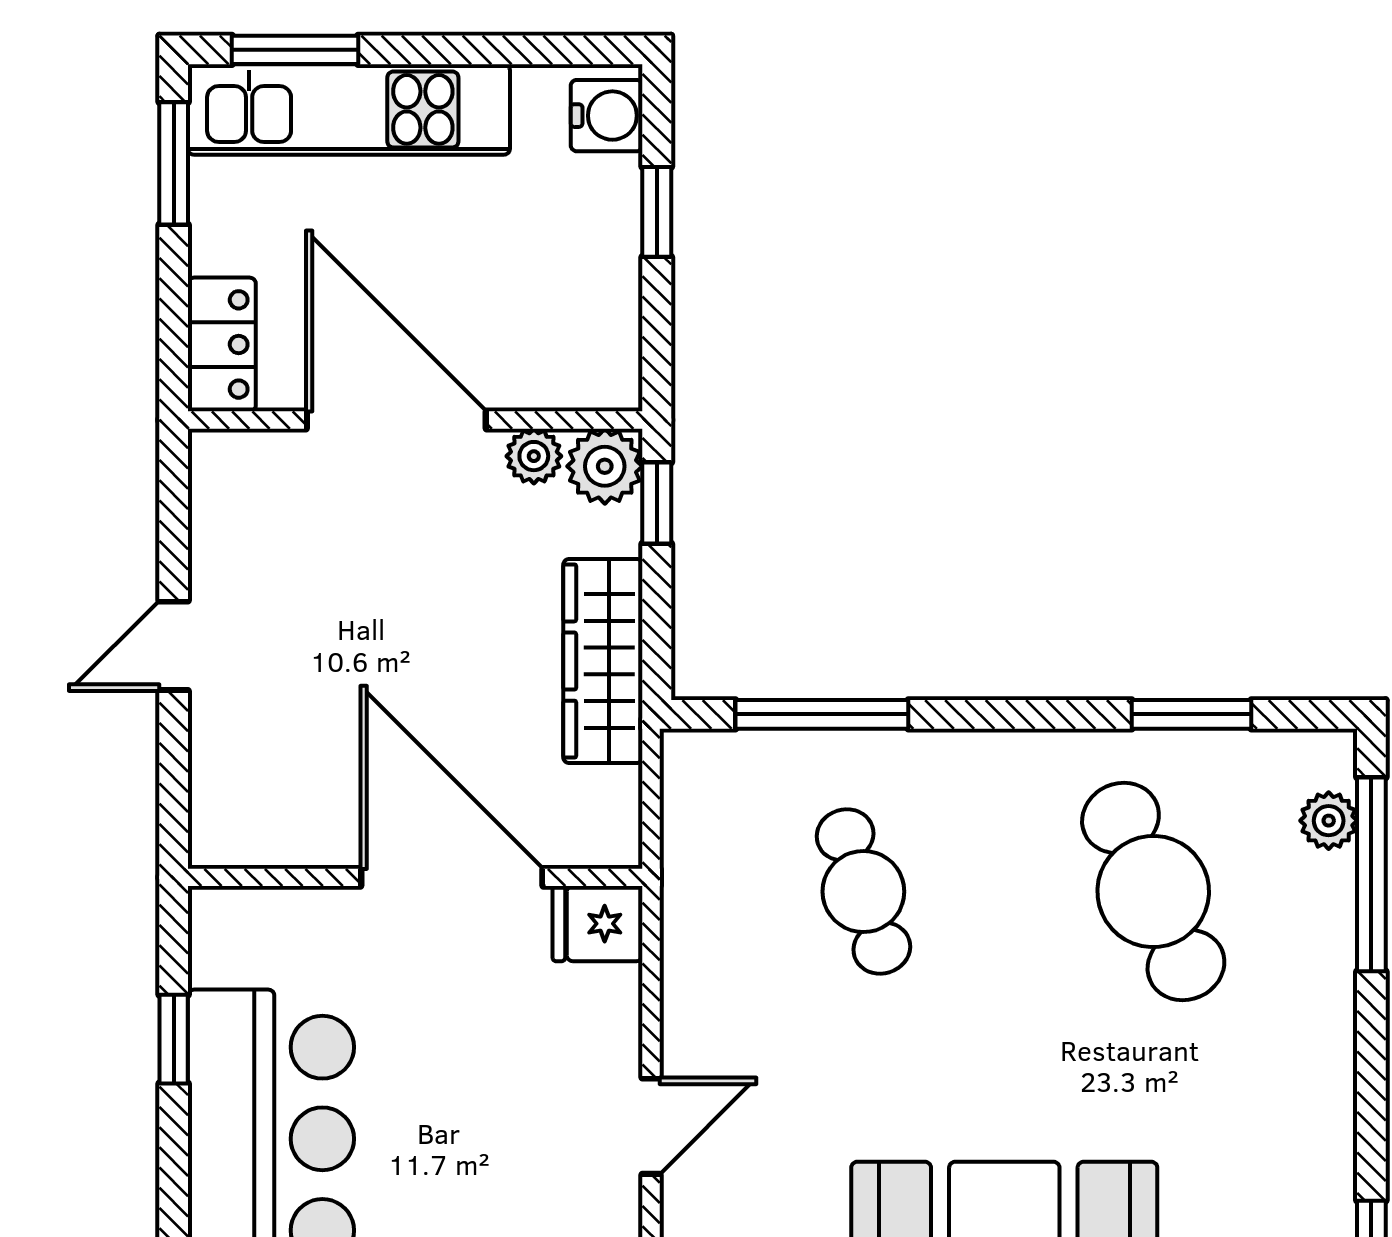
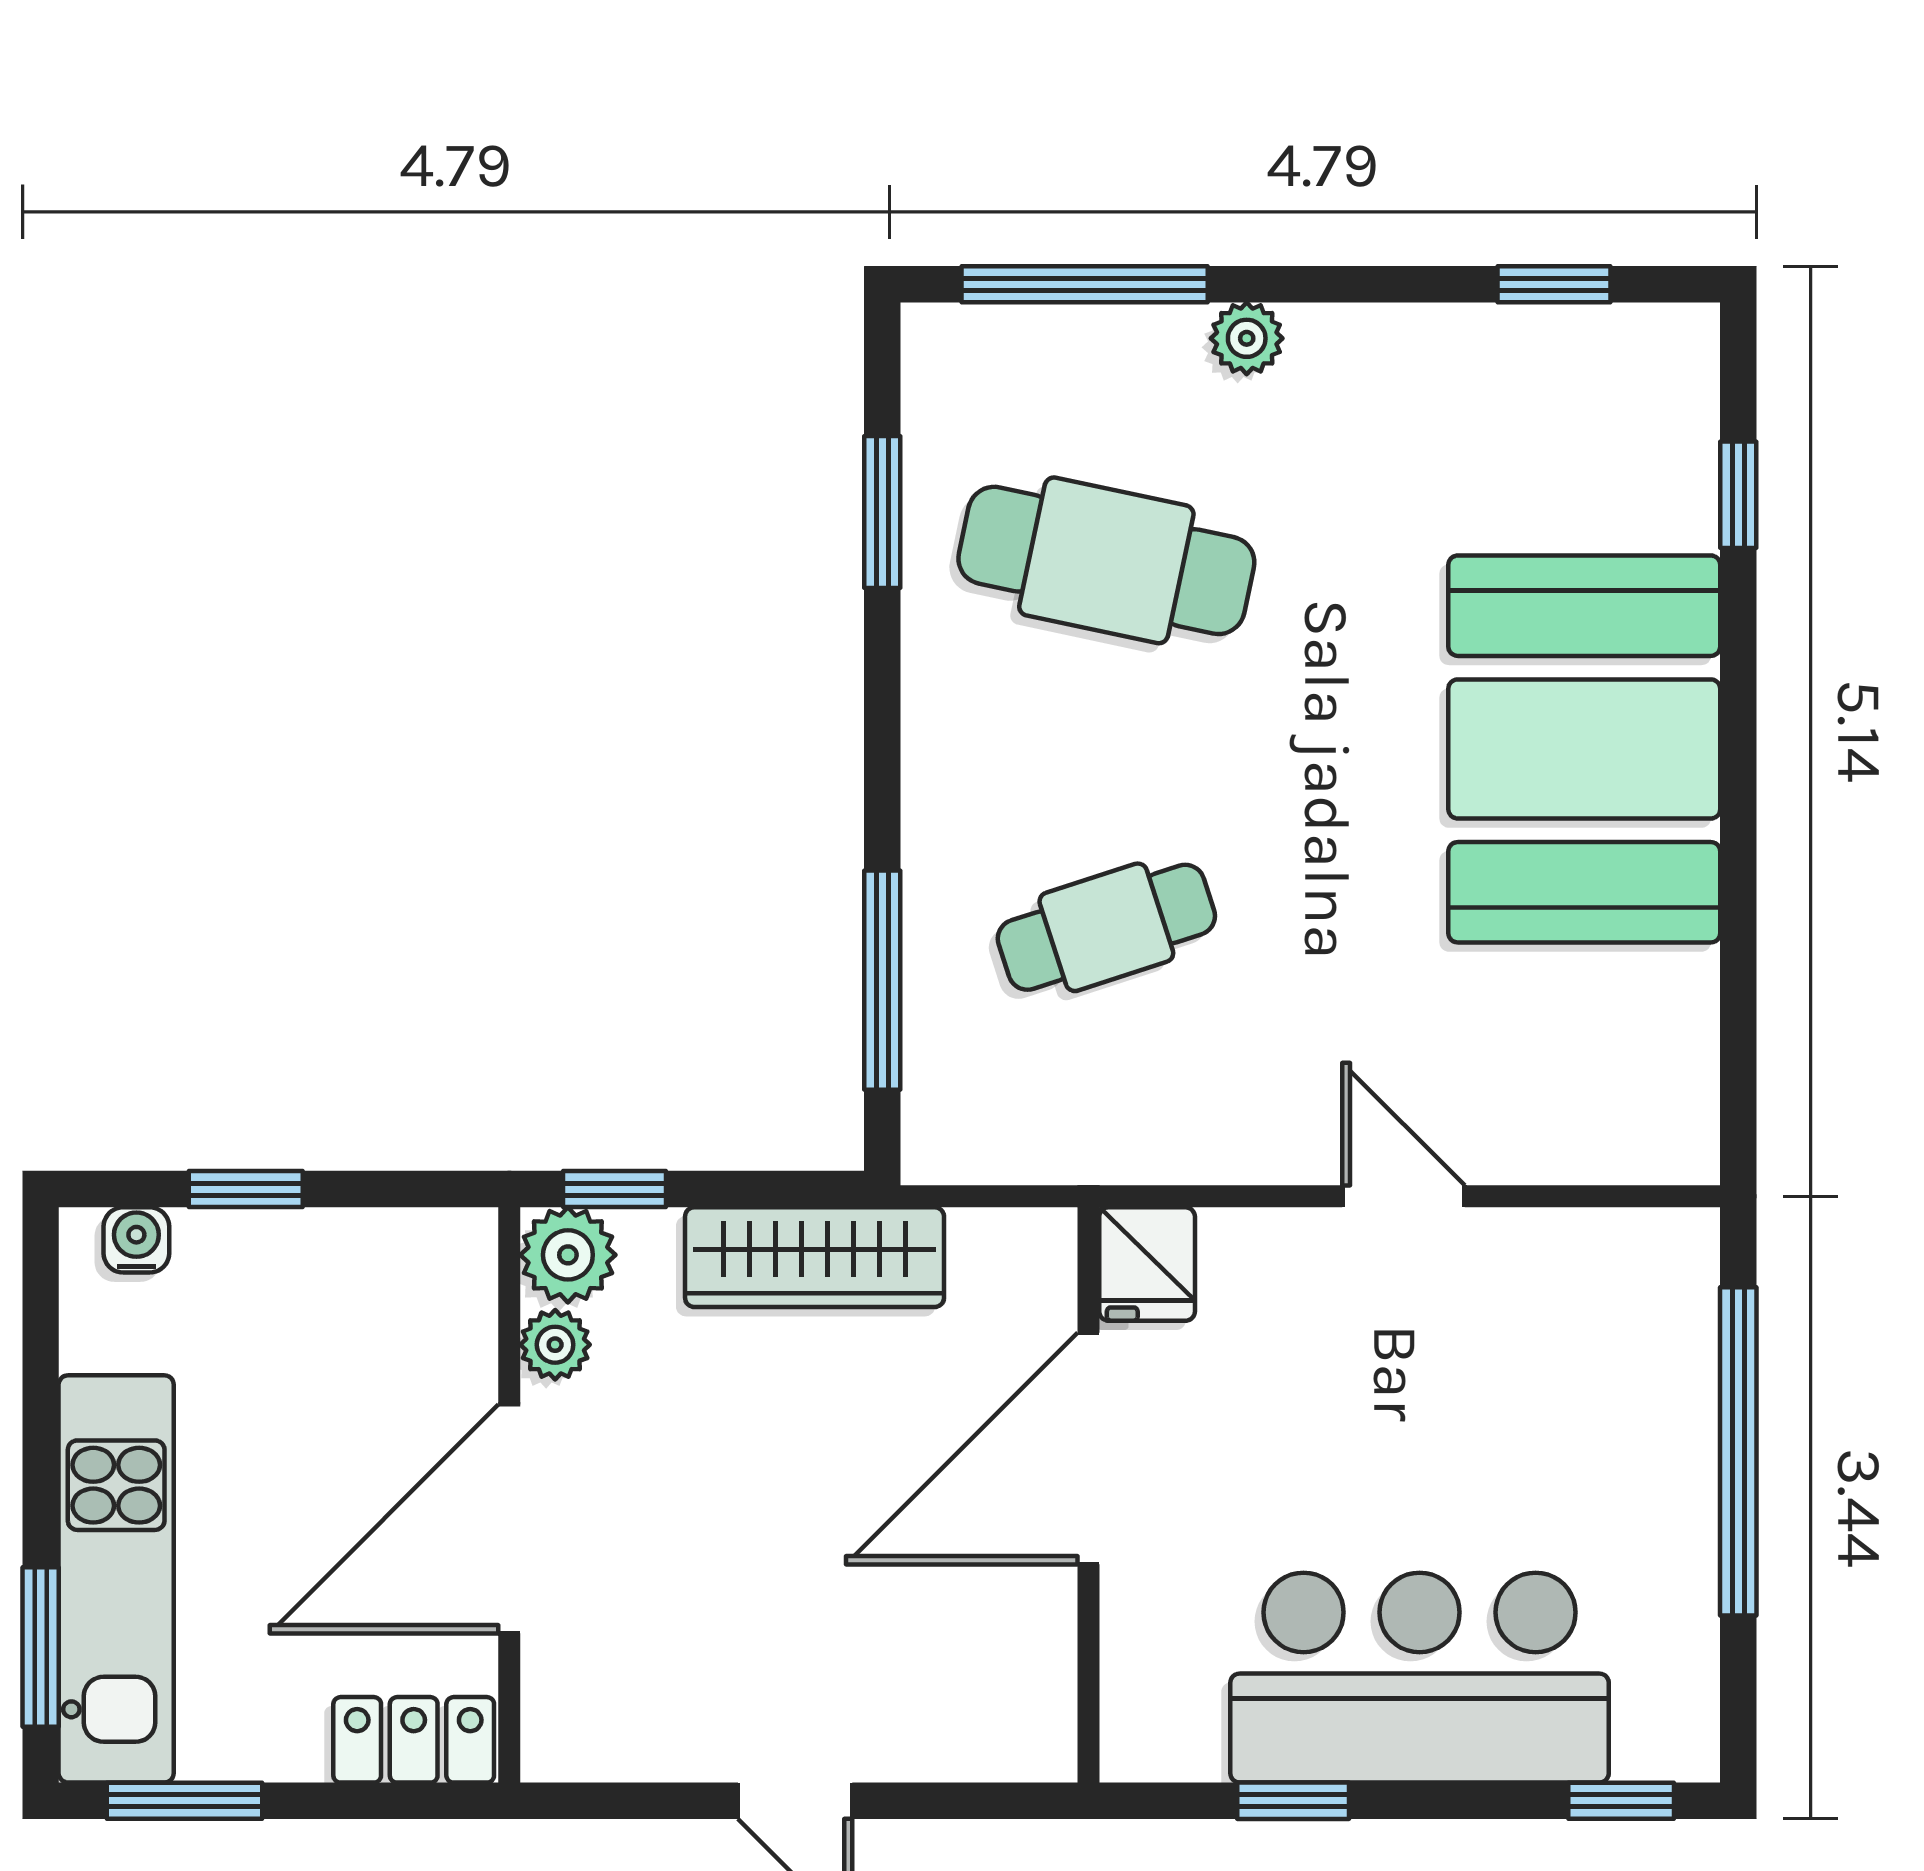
water cooler: (607, 116) -> (136, 1240), width x0.72, depth x0.72
plant: (1329, 821) -> (1247, 338), moved
cafe table: (1153, 892) -> (1106, 560), turned 36

